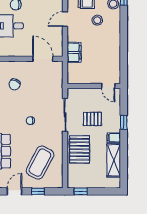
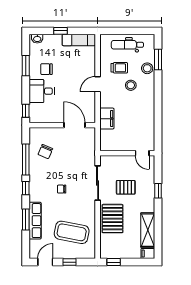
filing cabinet: (114, 138) -> (148, 254), moved
coffee table: (40, 163) -> (72, 232), turned 73

